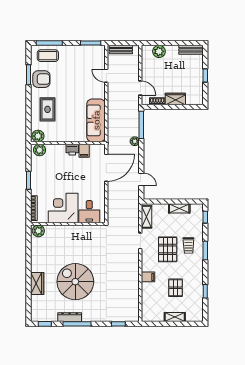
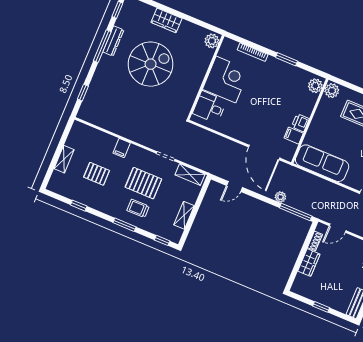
corner desk: (63, 208) -> (226, 80), moved
desk: (89, 212) -> (210, 107), moved
wall: (68, 224) -> (206, 77), moved
plant: (38, 231) -> (212, 41), moved

